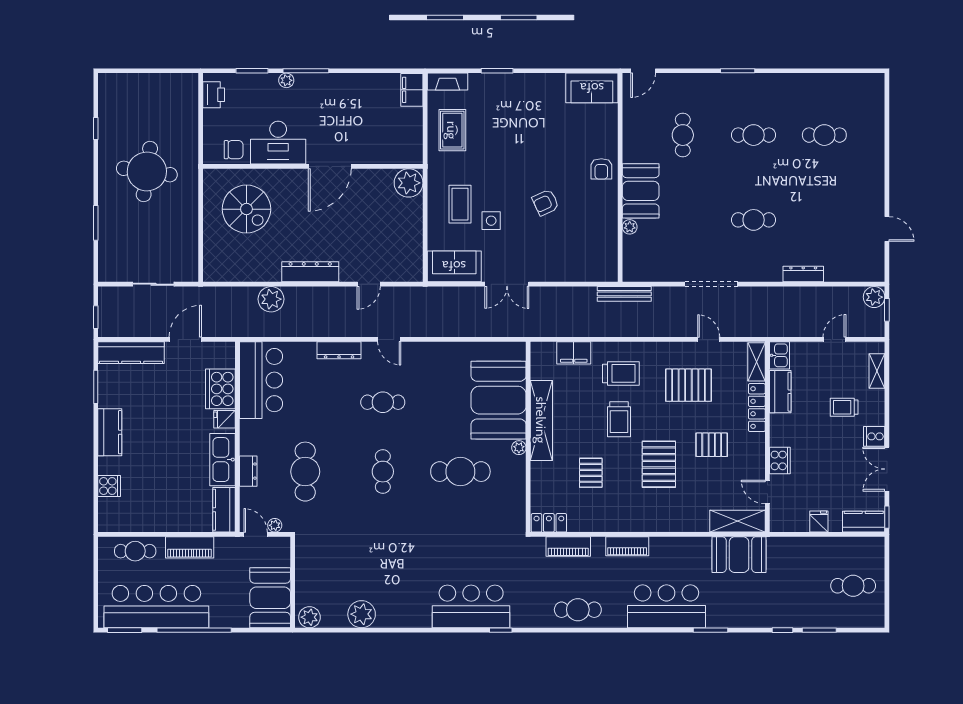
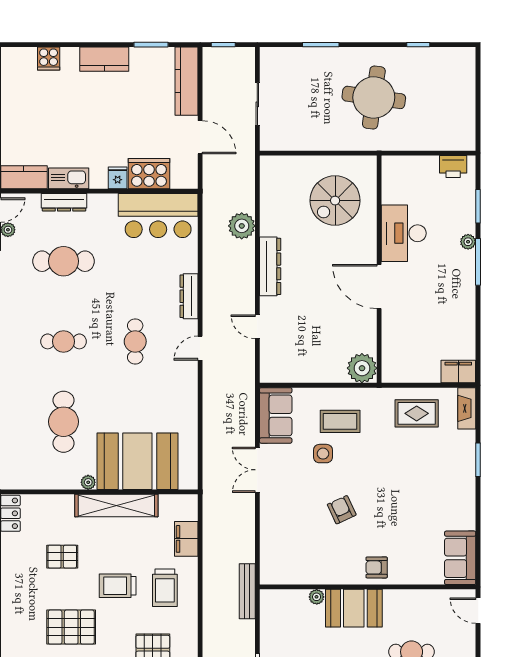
chair: (234, 150) -> (396, 187), removed
kitchen sink: (223, 460) -> (69, 178), width x0.73, depth x0.81
dresser: (248, 471) -> (64, 202), width x1.44

